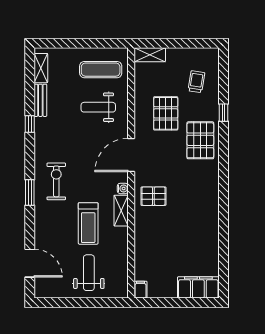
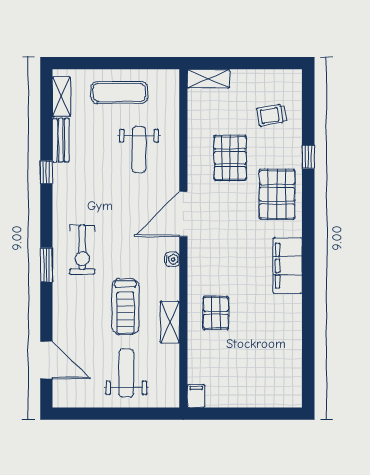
exercise mat: (101, 70) -> (119, 92), moved
trolley: (196, 82) -> (272, 115), turned -109
weight bench: (98, 107) -> (139, 150), turned -90
exercise bike: (56, 181) -> (82, 250), turned 180
pallet: (153, 196) -> (216, 313), moved, turned 90
shelving: (121, 211) -> (170, 322), moved
filing cabinet: (198, 287) -> (288, 266), moved, turned -90

